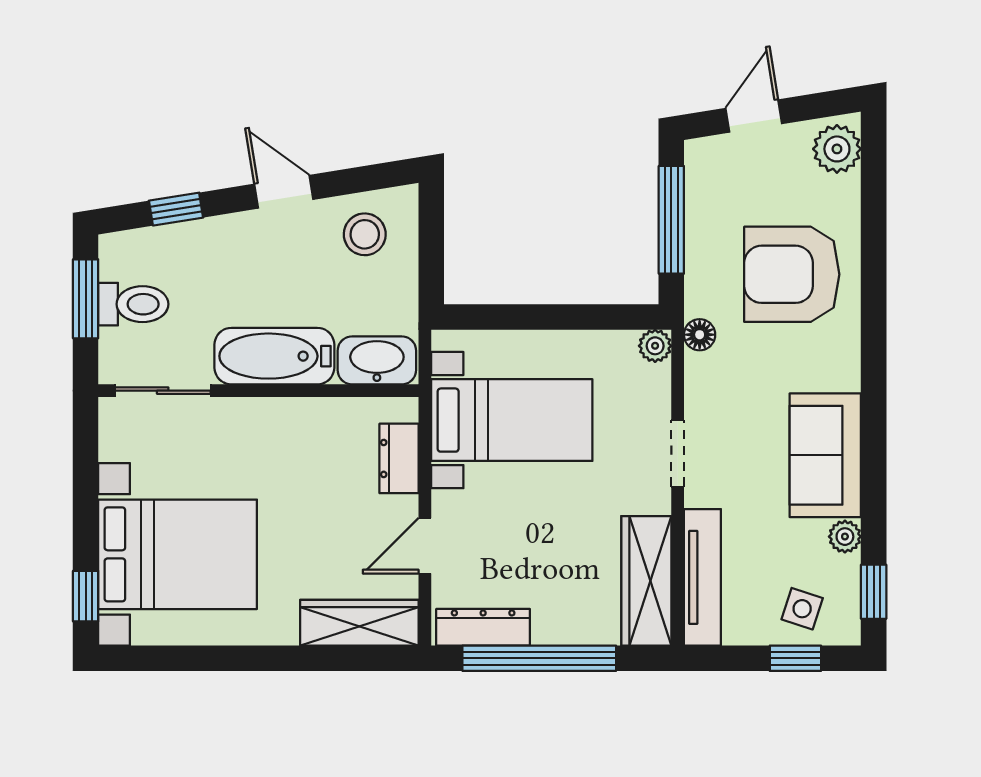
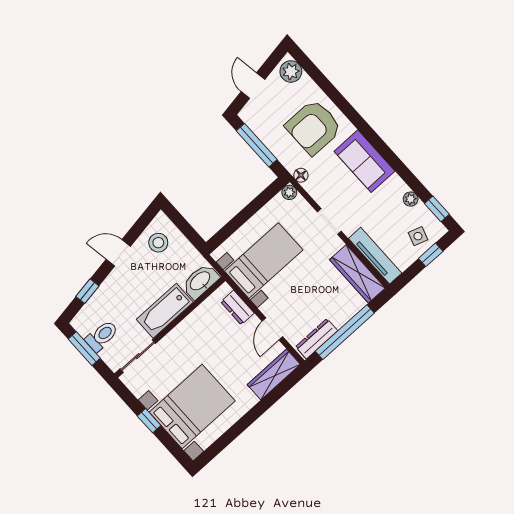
sofa: (825, 455) -> (365, 161), moved
window: (86, 596) -> (149, 421), moved

